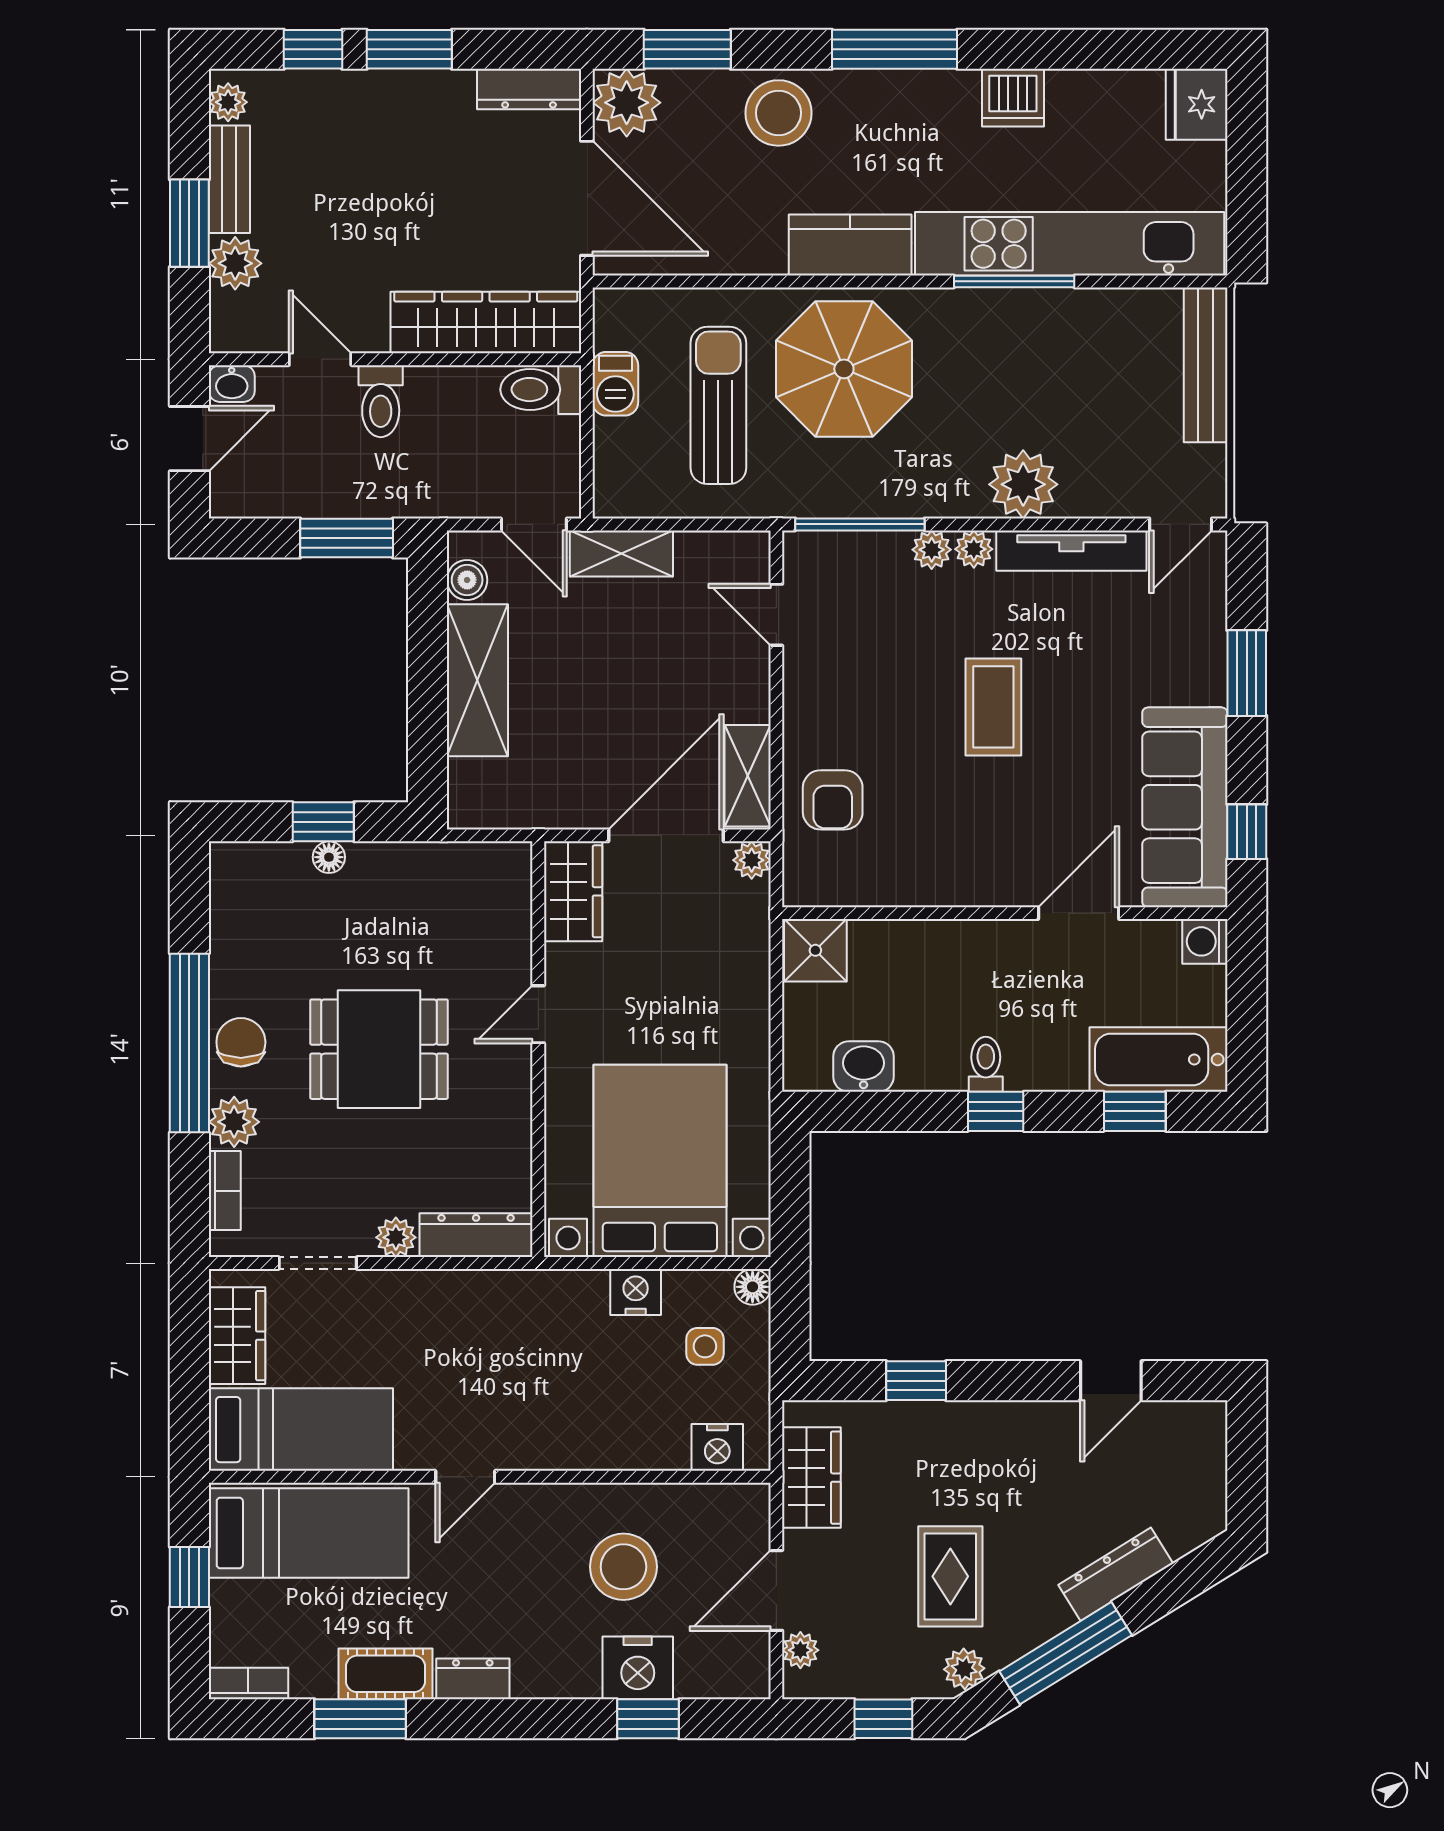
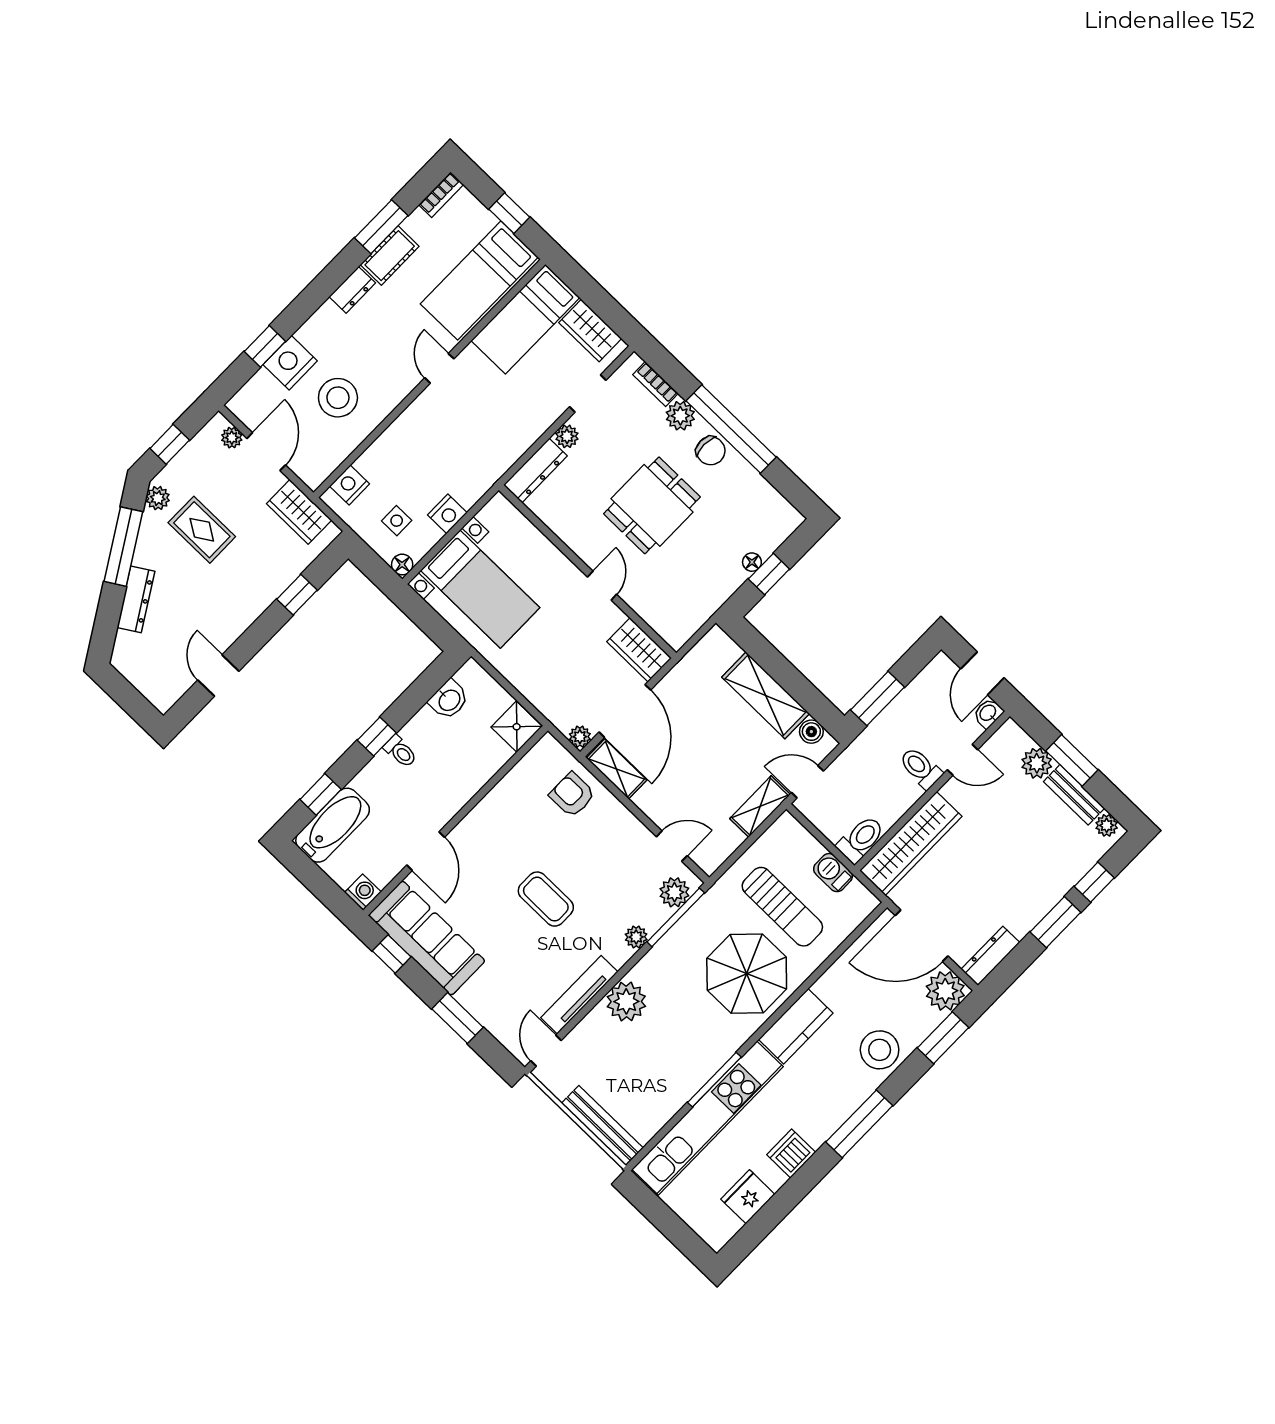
fridge: (1197, 104) -> (748, 1197), moved, turned -90
plant: (974, 549) -> (674, 892), moved, width x1.38, depth x1.38
bed with nightstands: (660, 1161) -> (480, 589), width x0.73

